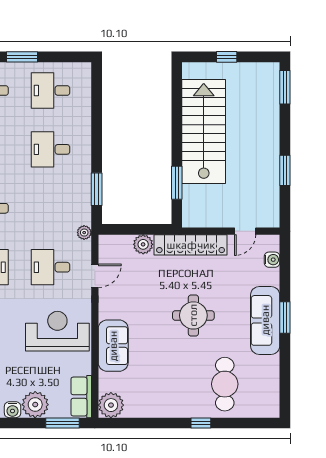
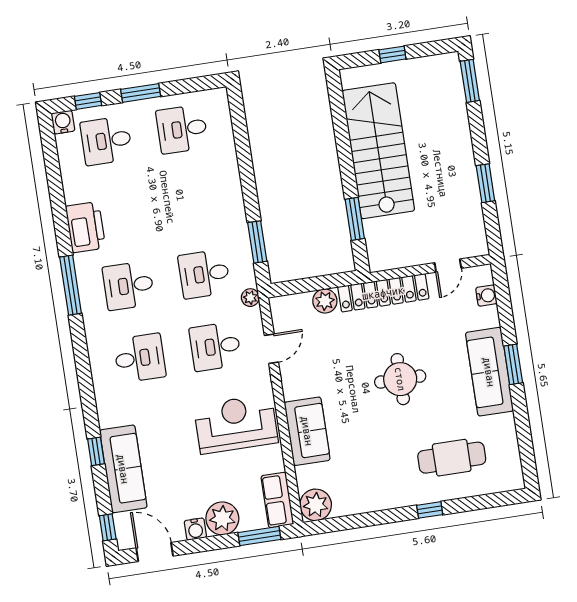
desk: (51, 149) -> (204, 274), moved
cafe table: (225, 384) -> (452, 458), turned 90

